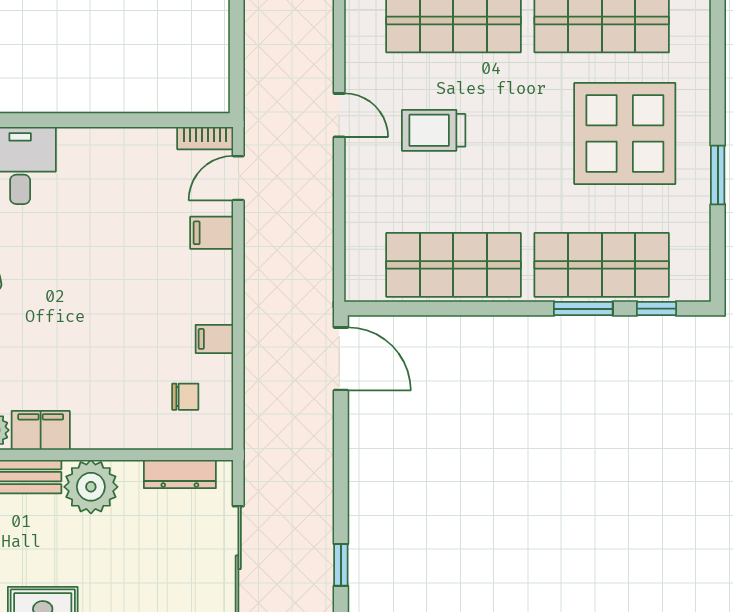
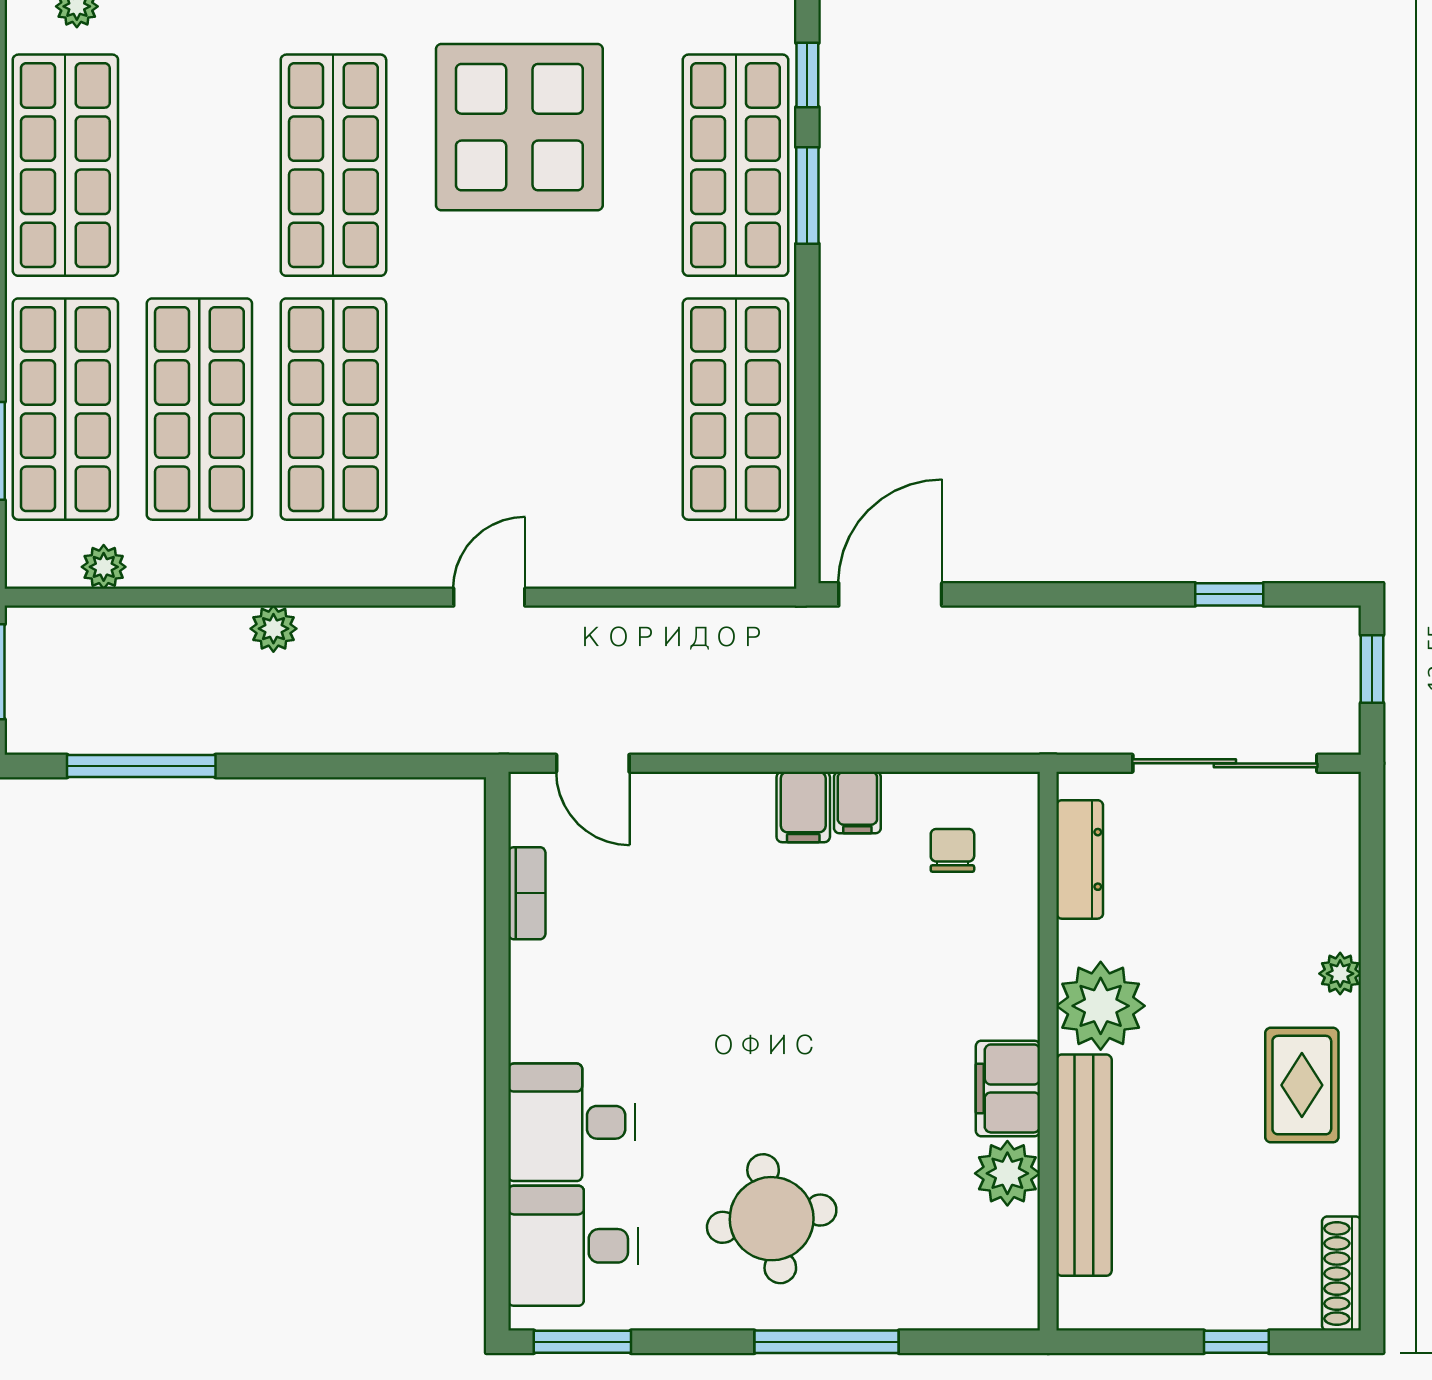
trolley: (434, 130) -> (514, 442), removed
bookcase: (205, 138) -> (527, 893), moved
filing cabinet: (212, 233) -> (803, 807), moved

